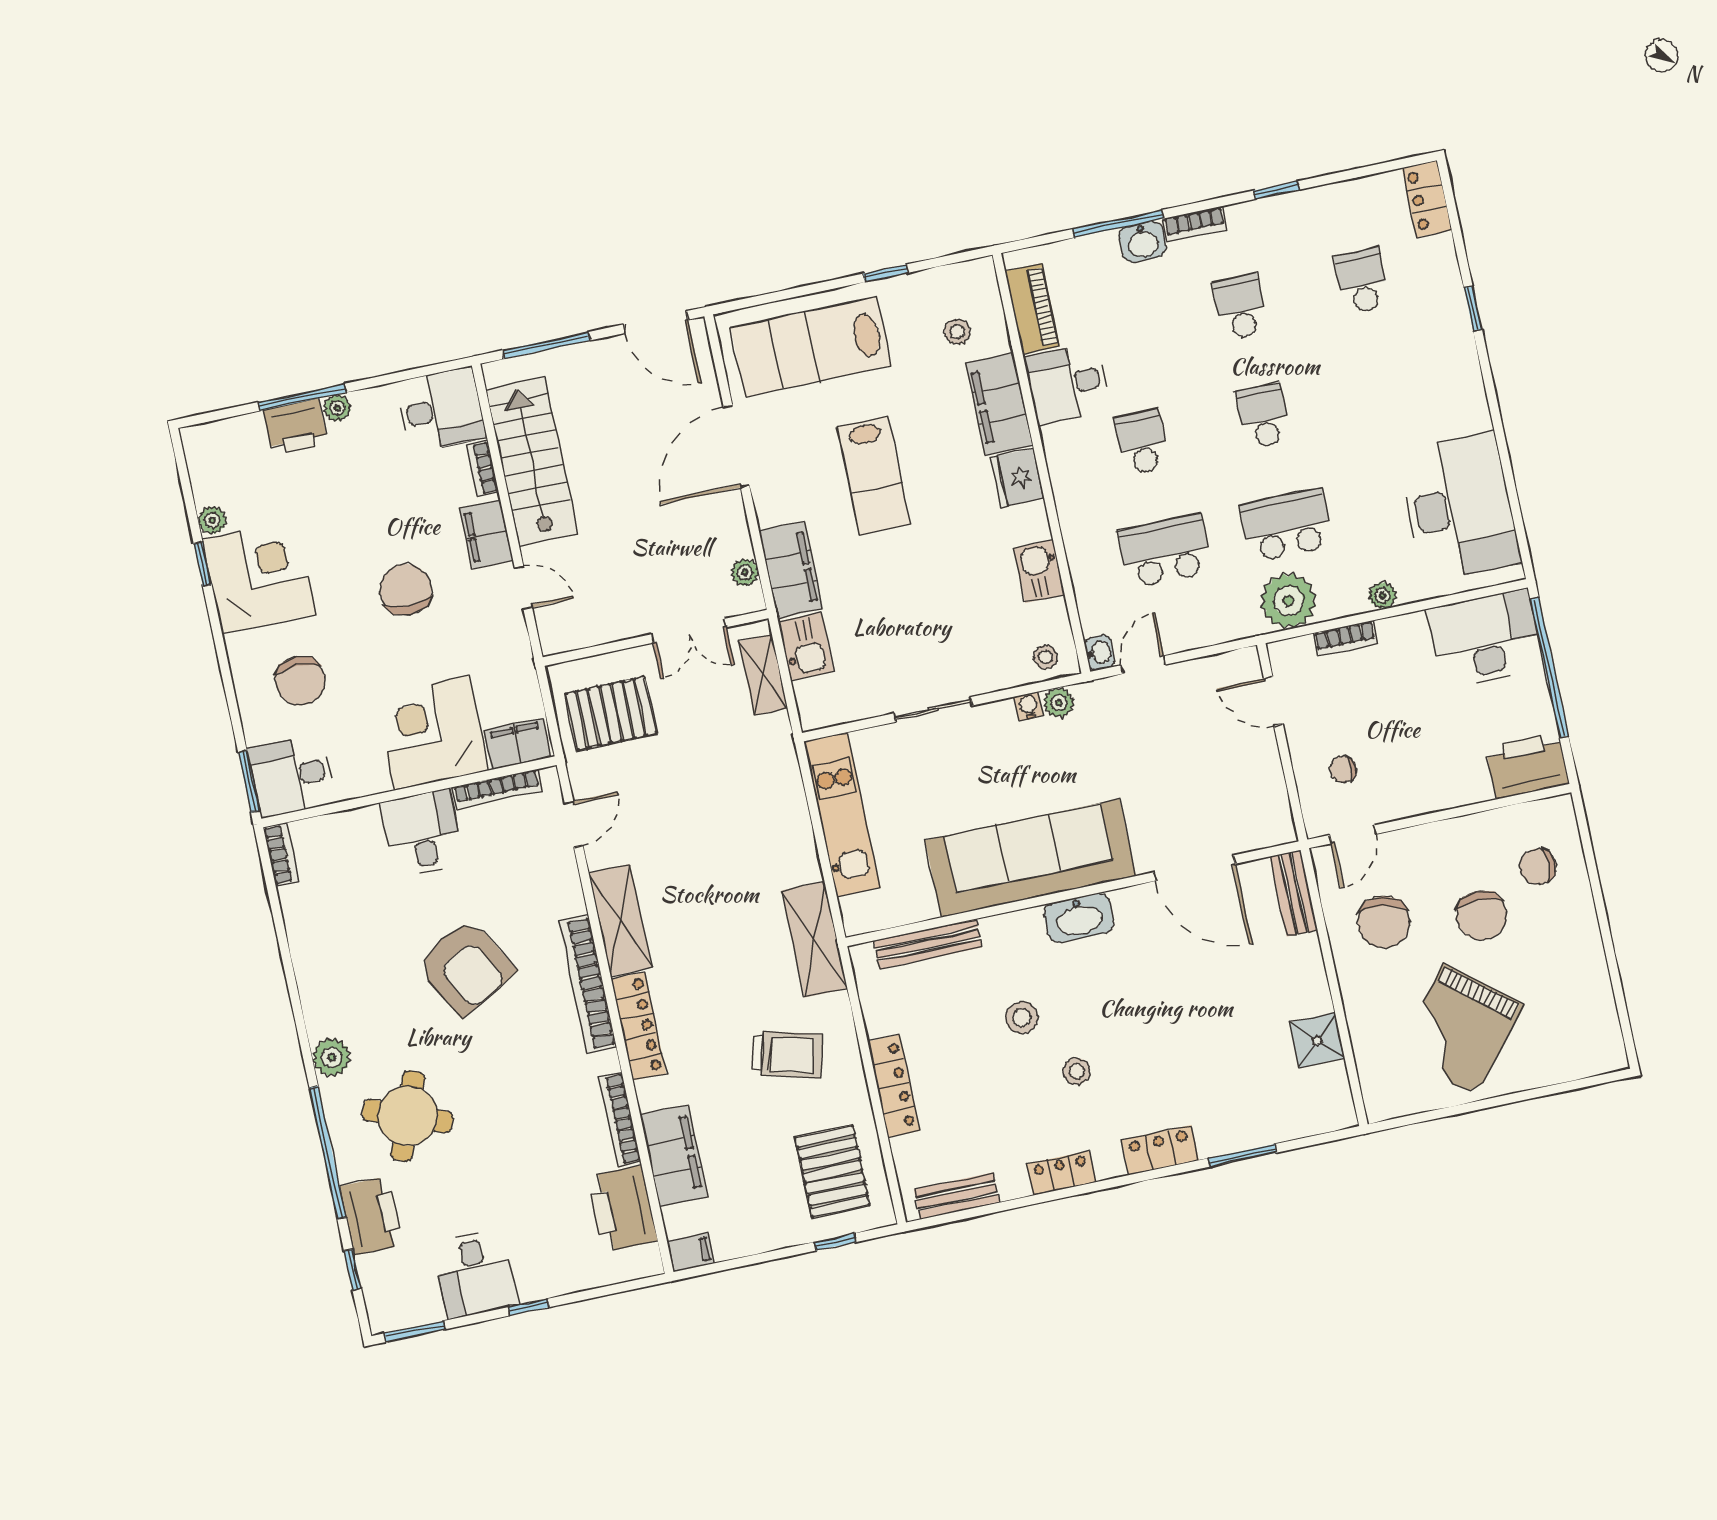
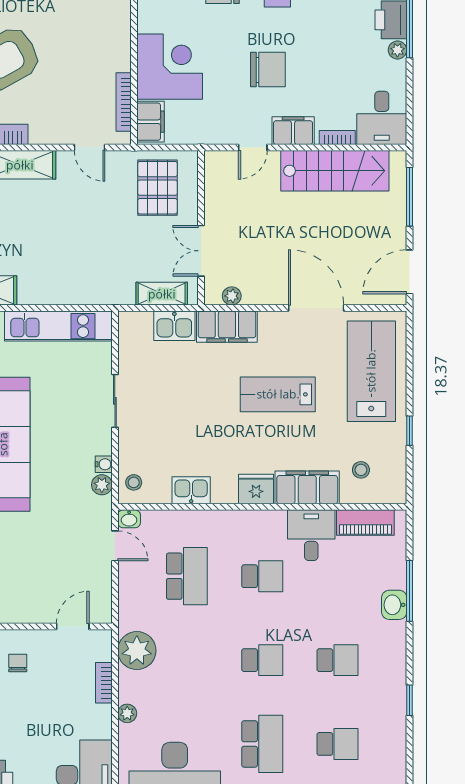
bookcase: (1195, 224) -> (398, 642), removed
school desk: (1287, 525) -> (262, 744), moved
desk: (422, 833) -> (105, 46), removed

